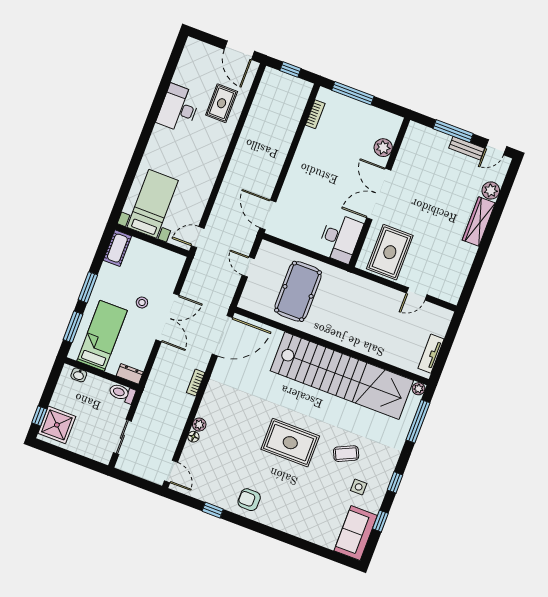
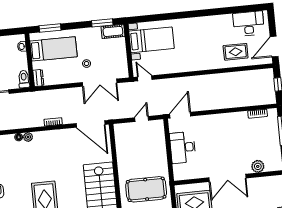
desk: (179, 108) -> (249, 24), moved
double door: (379, 194) -> (227, 178), swing flipped
desk: (340, 238) -> (183, 147), moved, turned 90
window: (88, 287) -> (102, 23), moved
pool table: (298, 291) -> (146, 189), moved
double door: (167, 317) -> (100, 83), moved

